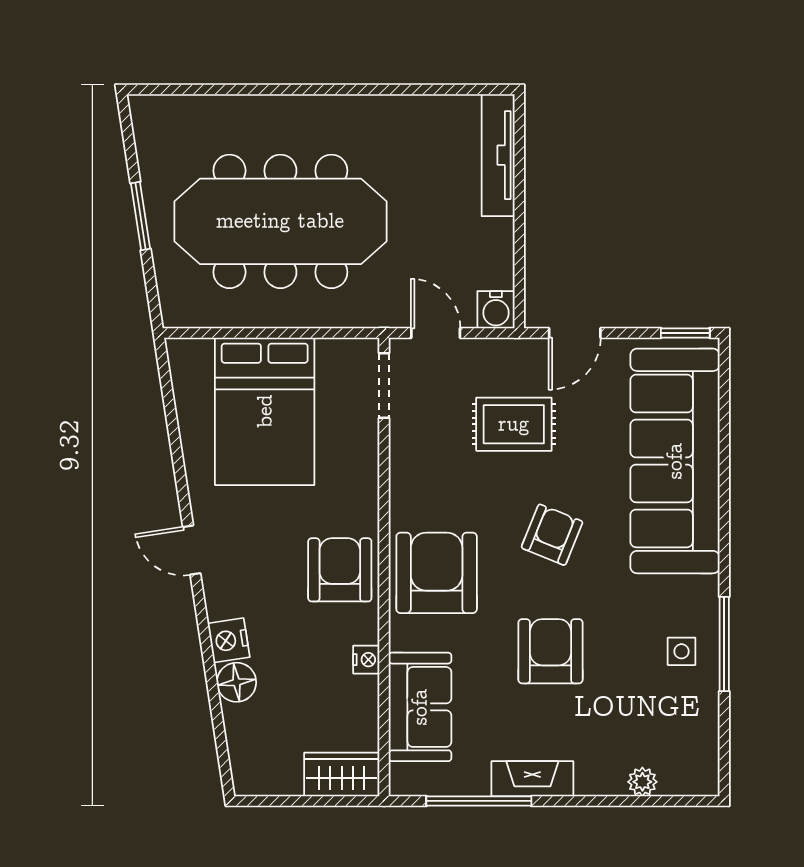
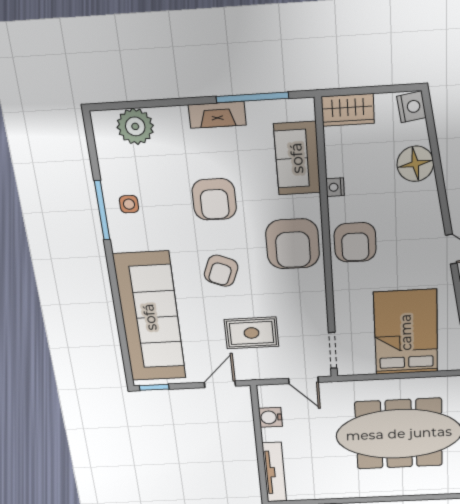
water cooler: (496, 310) -> (270, 417), moved, turned -90
nightstand: (229, 640) -> (412, 107), moved
floor lamp: (237, 682) -> (415, 164), width x1.38, depth x1.38
plant: (642, 782) -> (135, 126), width x1.88, depth x1.88

